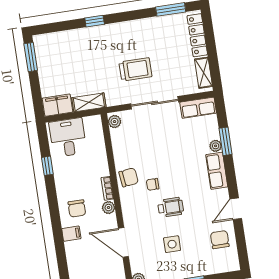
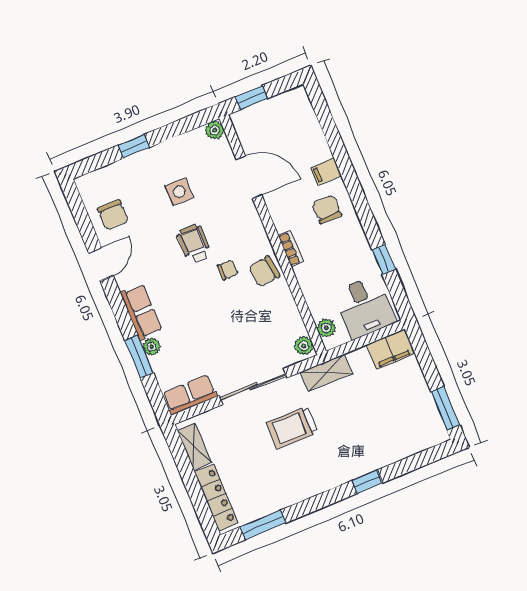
shelving: (89, 102) -> (326, 373), moved
wheelchair: (171, 207) -> (194, 244), turned 90
plant: (108, 208) -> (326, 328), moved

